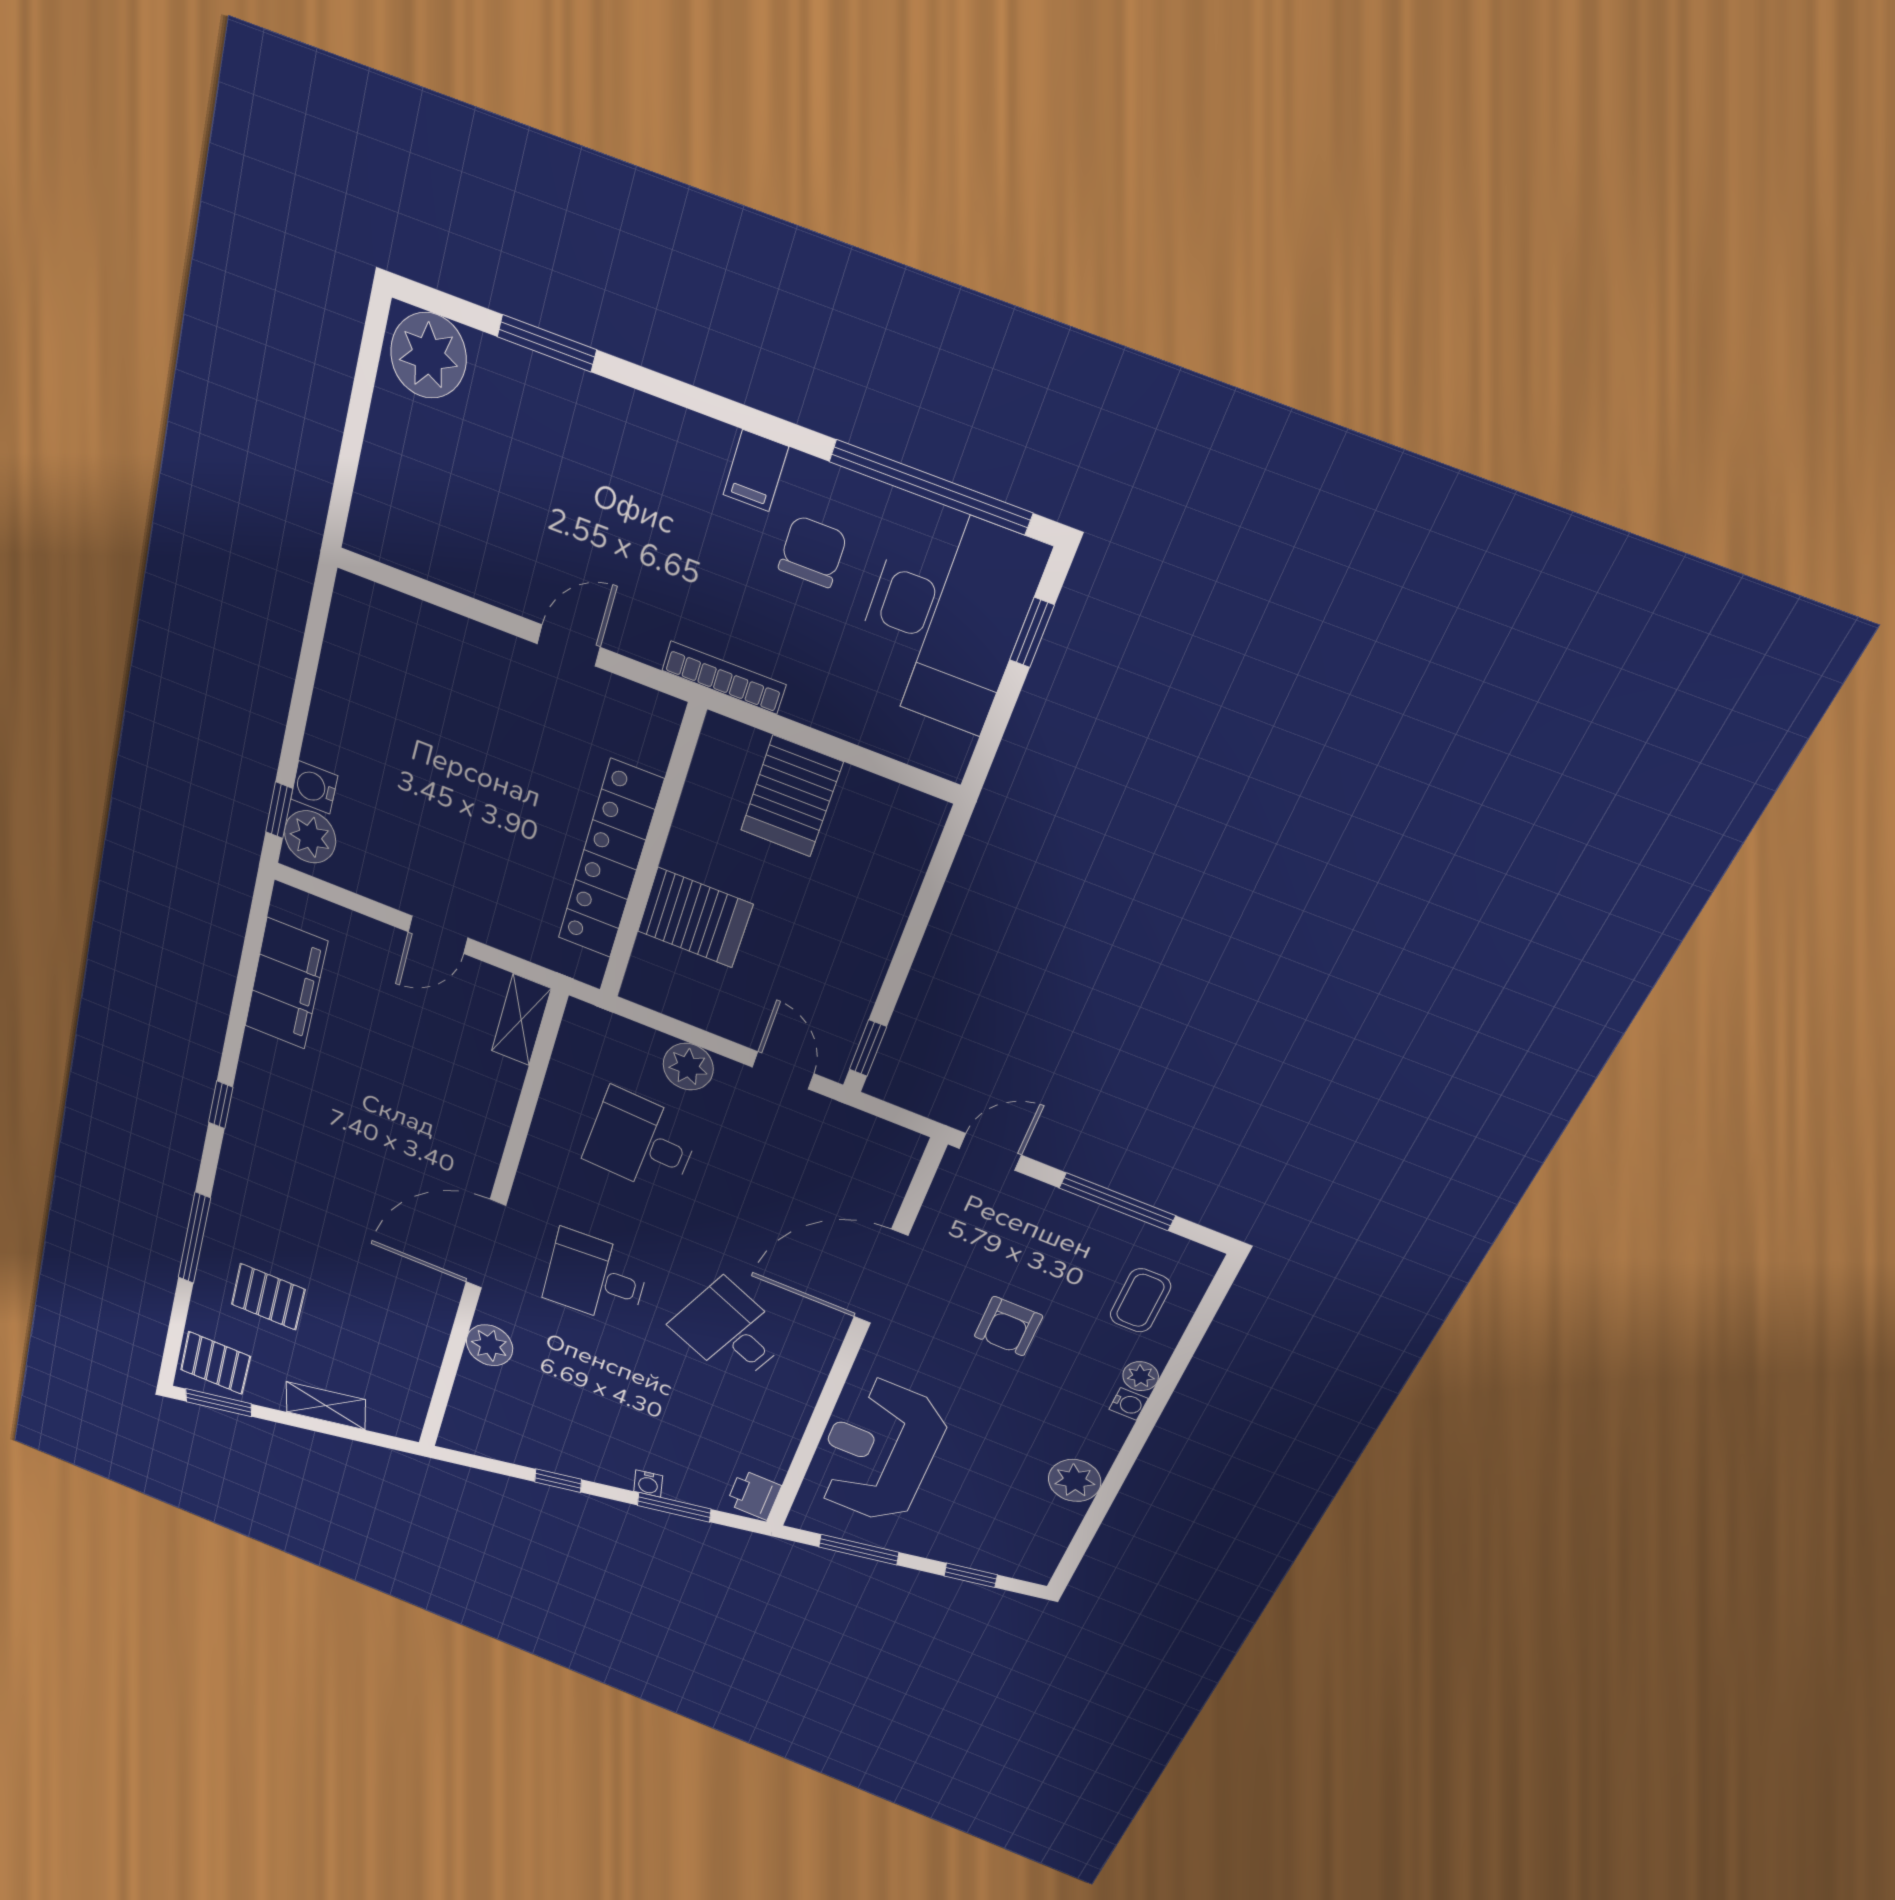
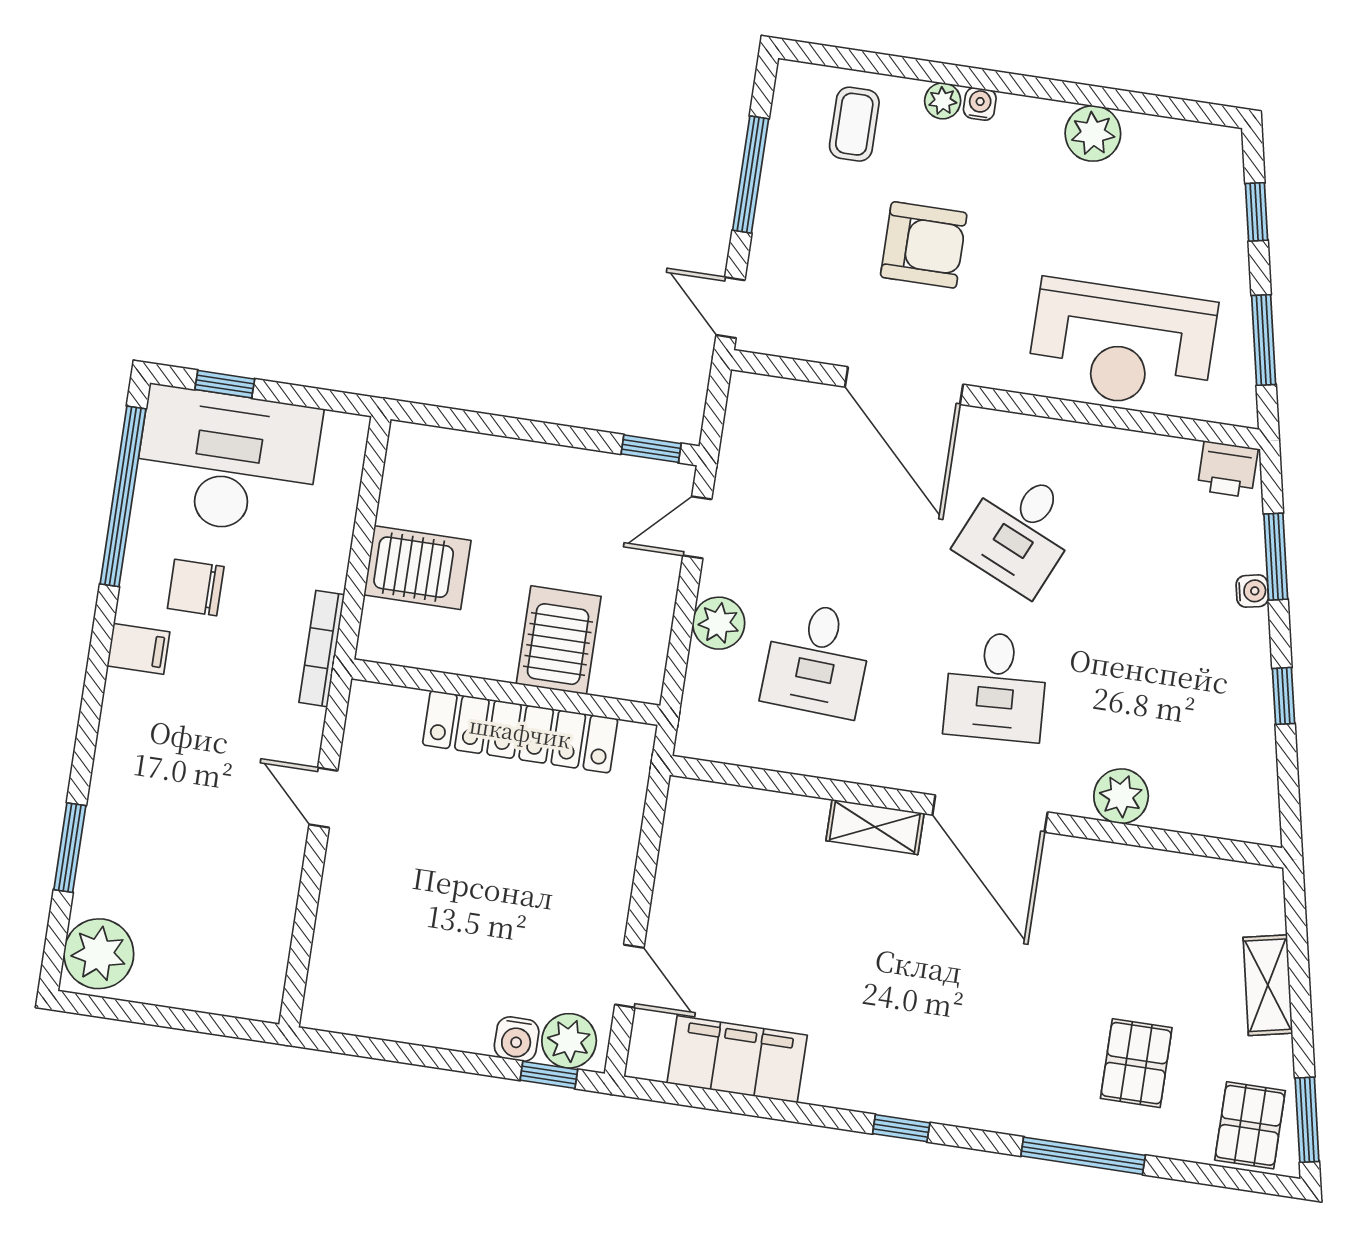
door: (438, 935) -> (629, 976), moved
shelving: (521, 1020) -> (875, 827), moved
coffee table: (1140, 1300) -> (854, 124), turned 90
armchair: (1008, 1326) -> (924, 245), width x1.38, depth x1.38

